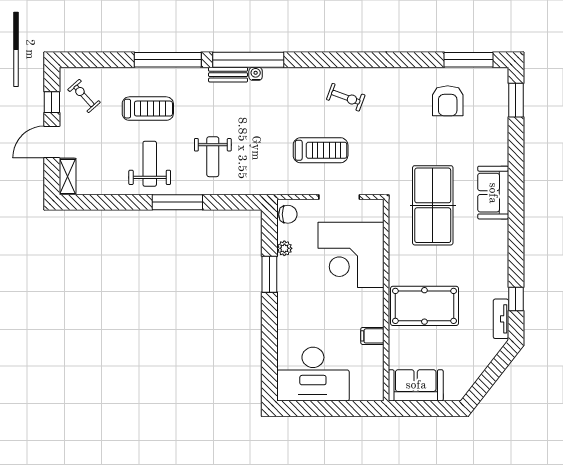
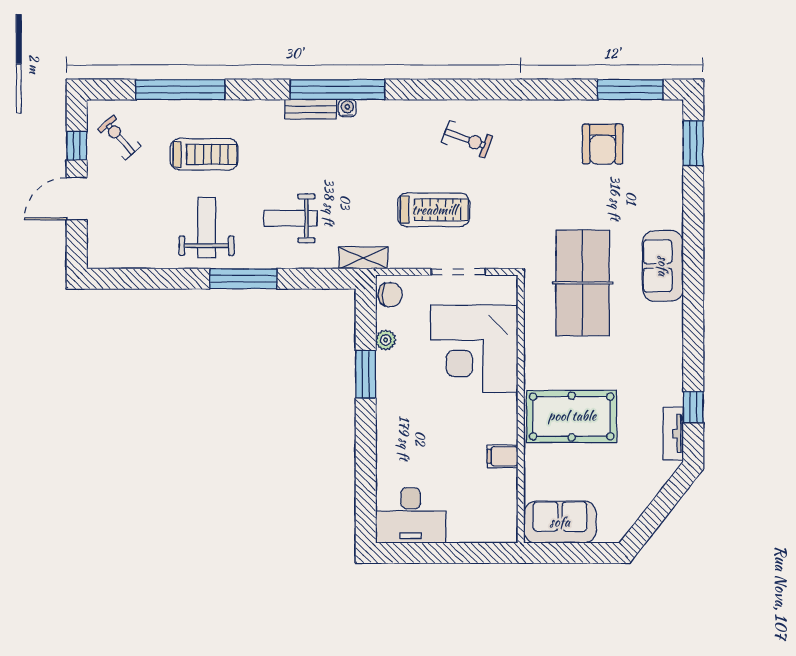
window: (168, 60) -> (180, 90), moved
weight bench: (213, 157) -> (290, 218), turned 90
shelving: (68, 176) -> (363, 258), moved, turned 90
desk: (313, 374) -> (411, 515), width x0.73, depth x0.77

